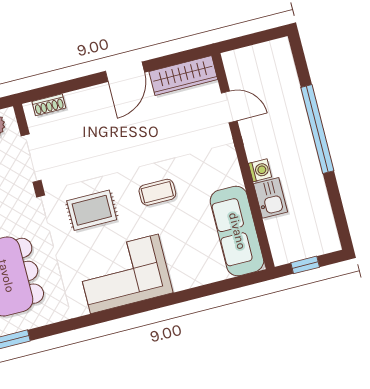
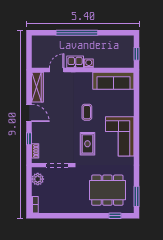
window: (71, 85) -> (29, 139), added
kitchen sink: (271, 198) -> (75, 62), moved

